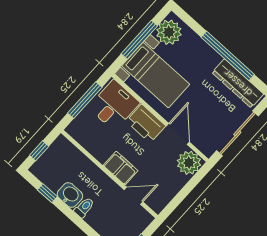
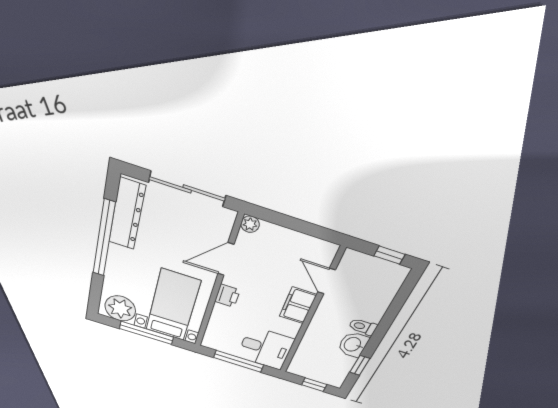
desk: (114, 105) -> (265, 348), moved, turned 180
printer: (146, 124) -> (227, 296), width x0.53, depth x0.68
plant: (189, 163) -> (250, 224), width x0.53, depth x0.53

